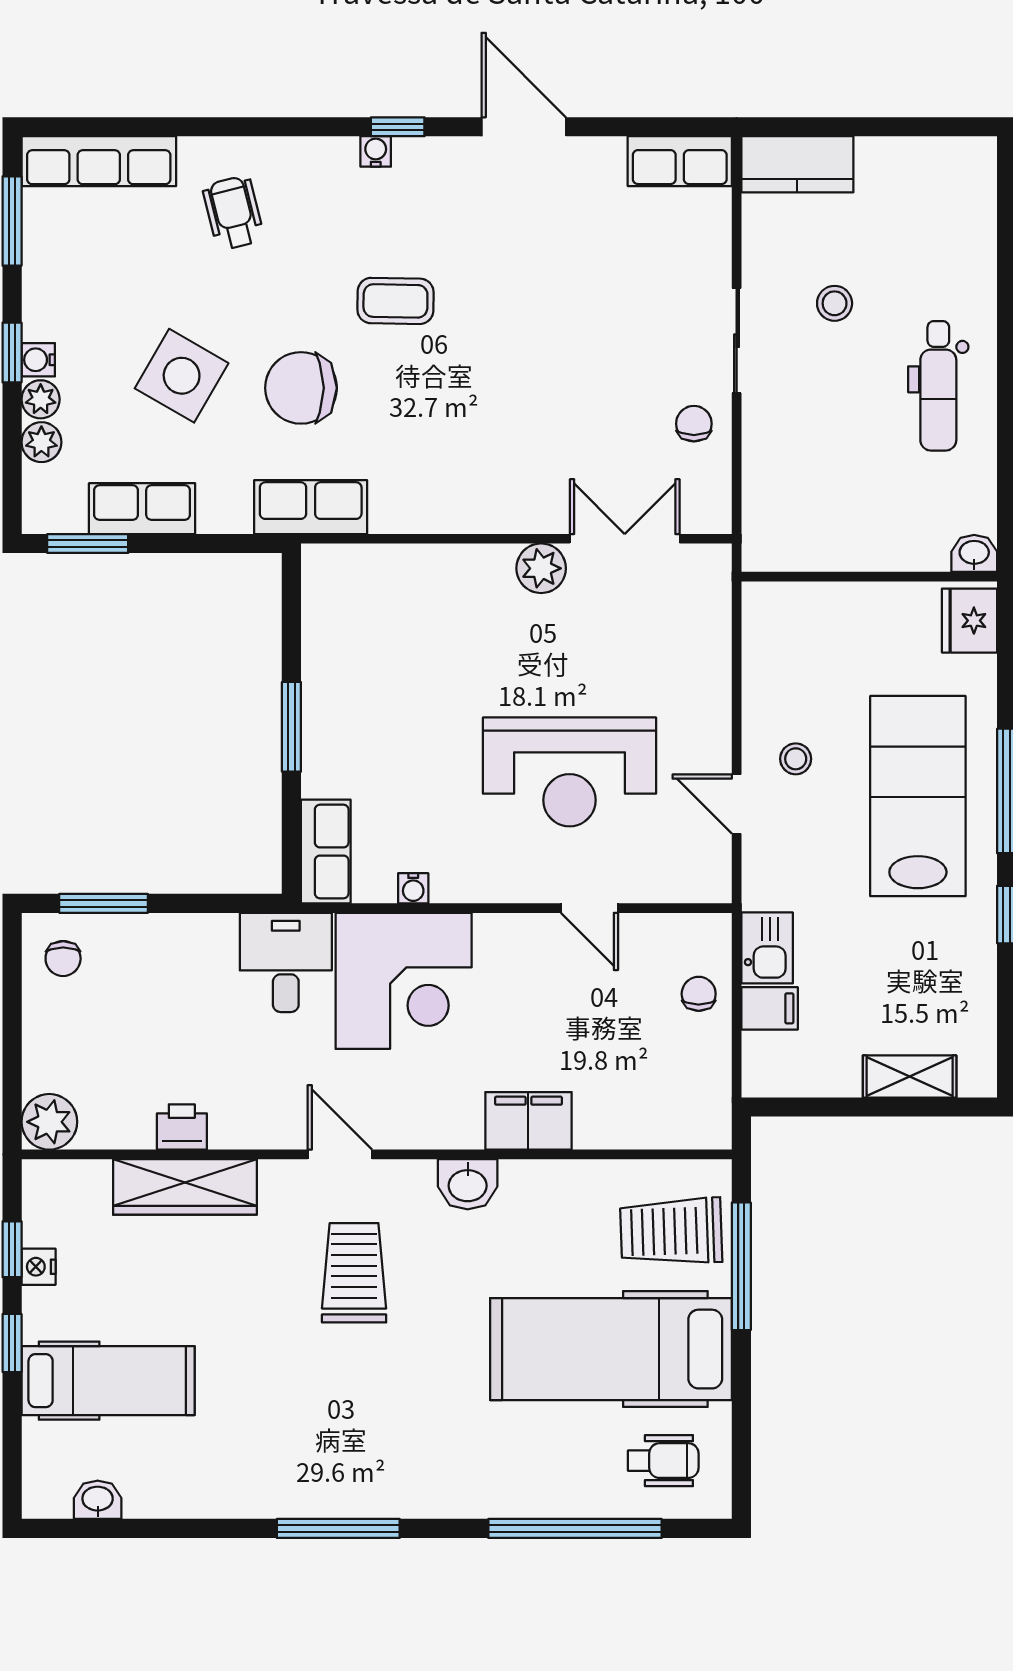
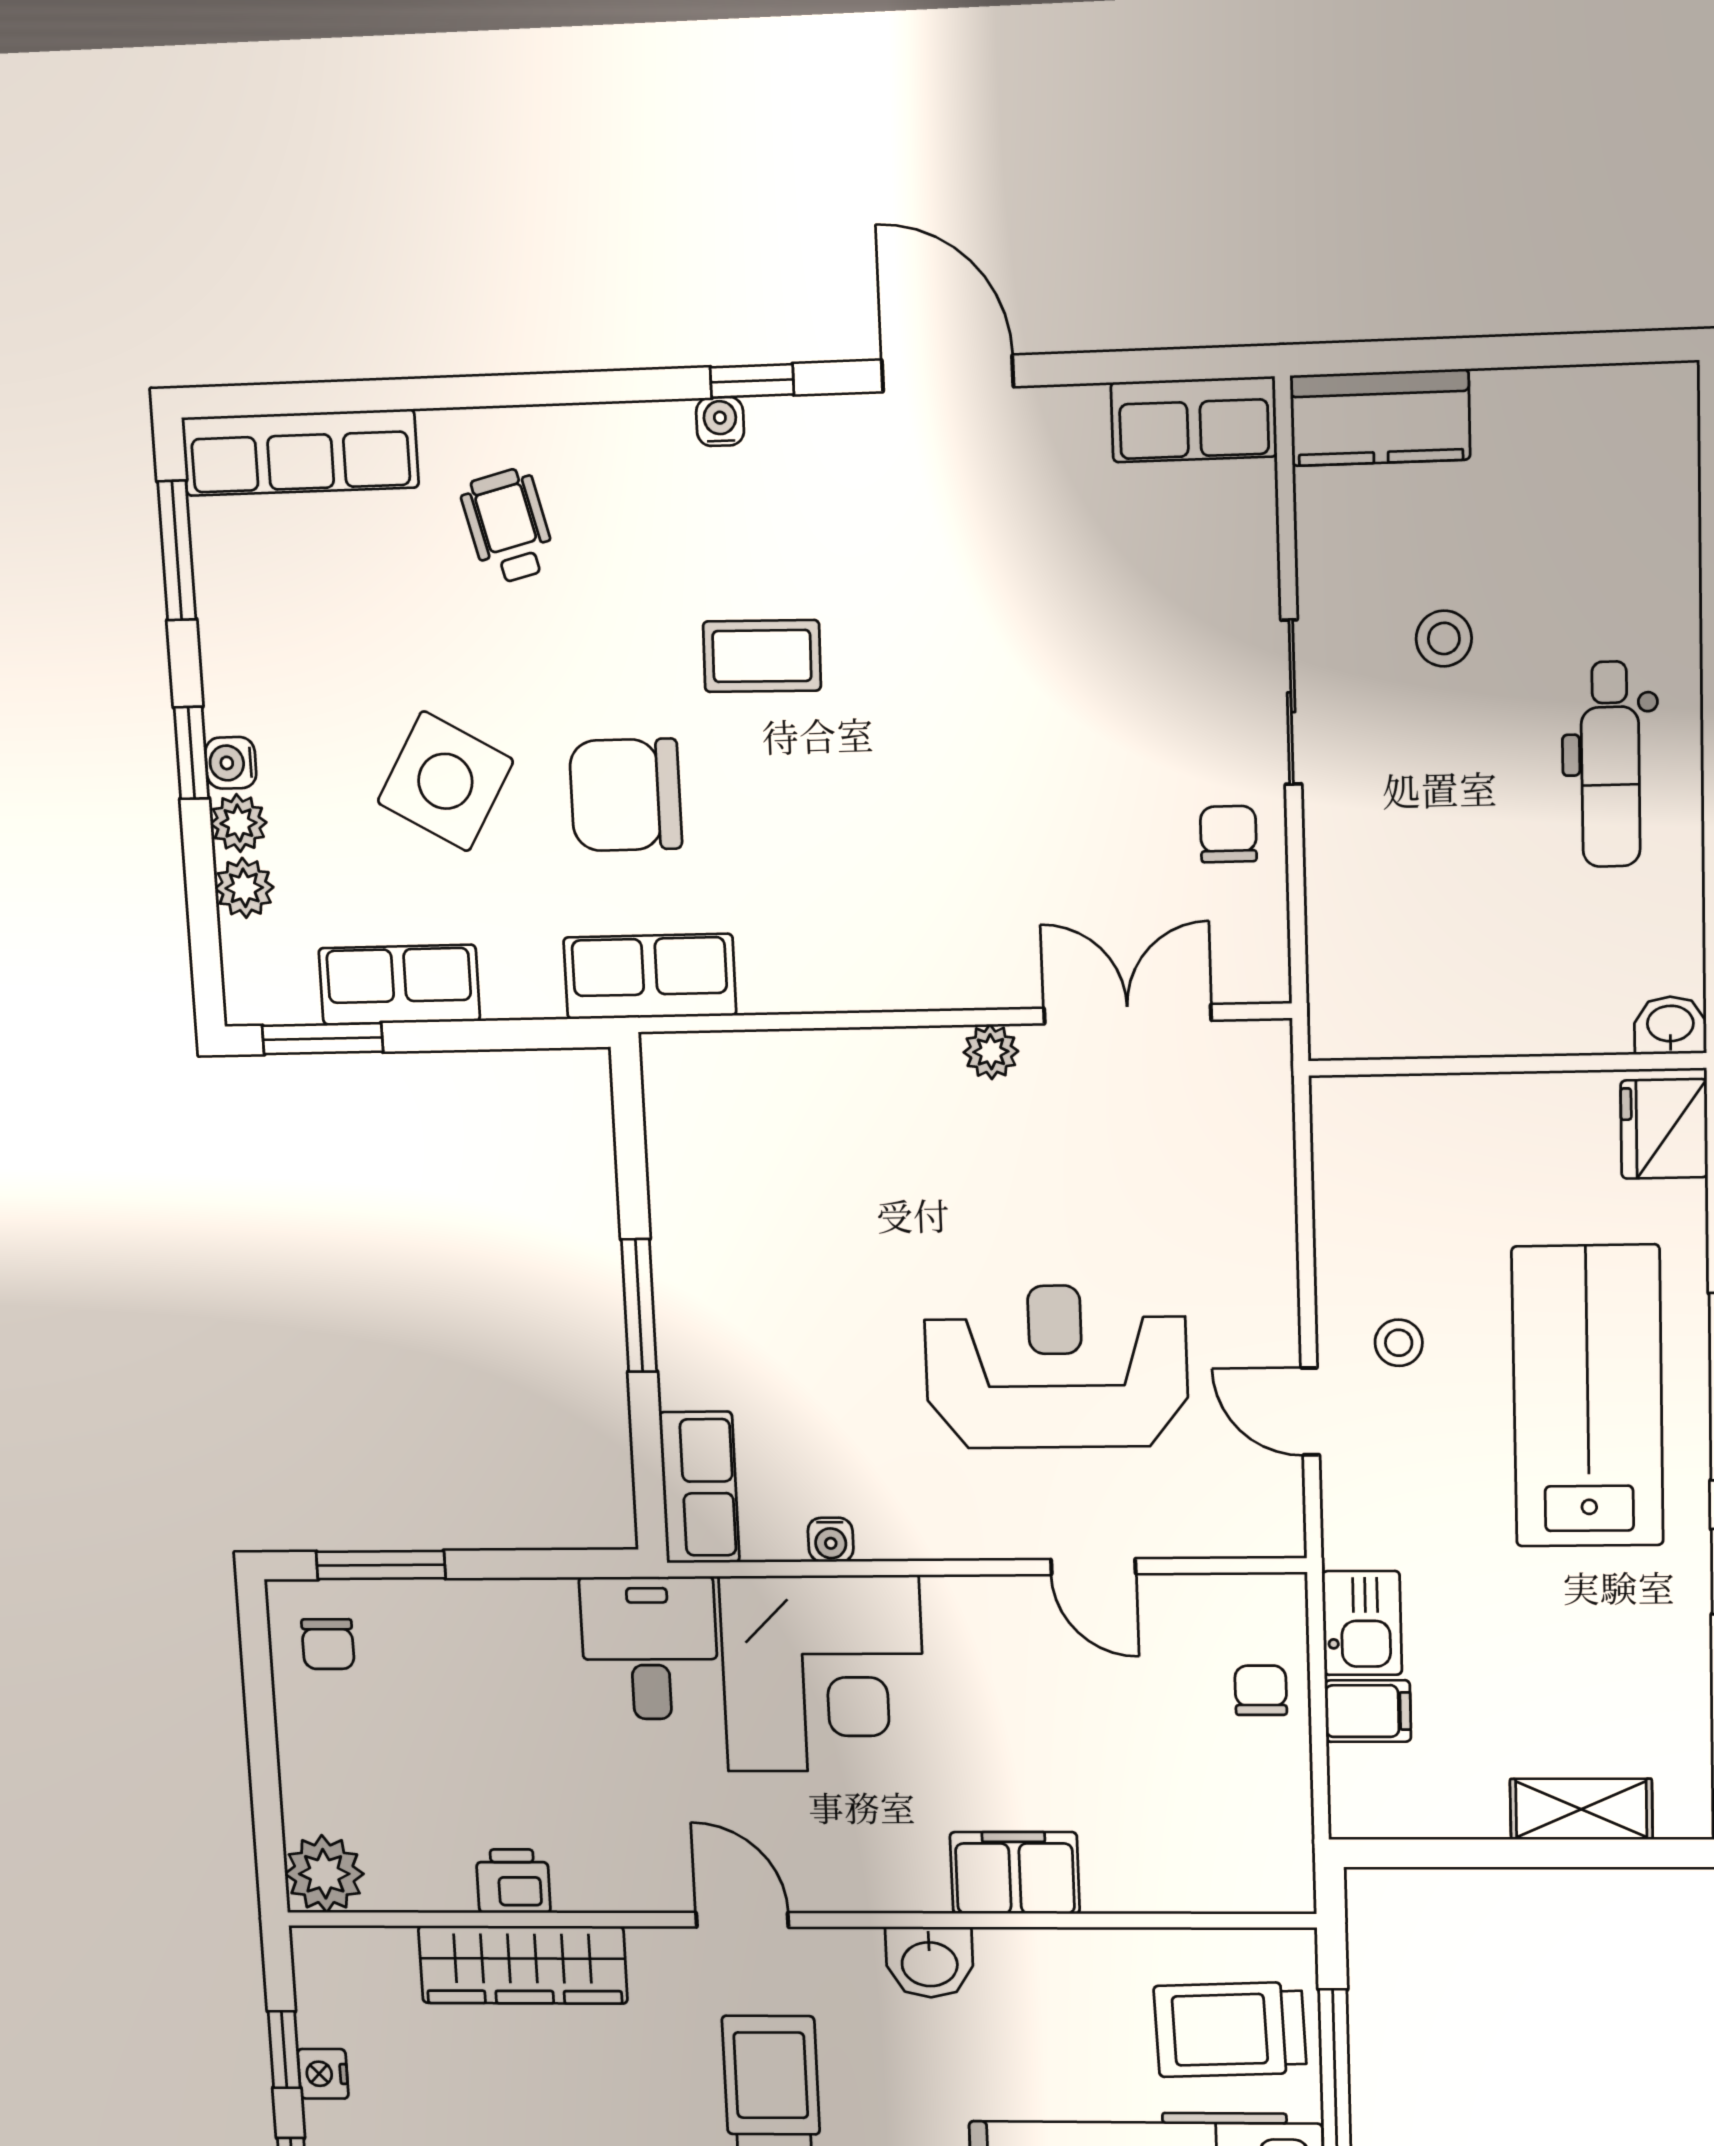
plant: (541, 568) -> (991, 1052), width x0.73, depth x0.73
reception desk: (569, 772) -> (1056, 1367), turned 180

